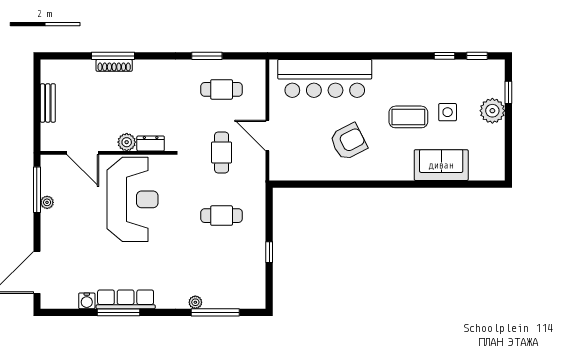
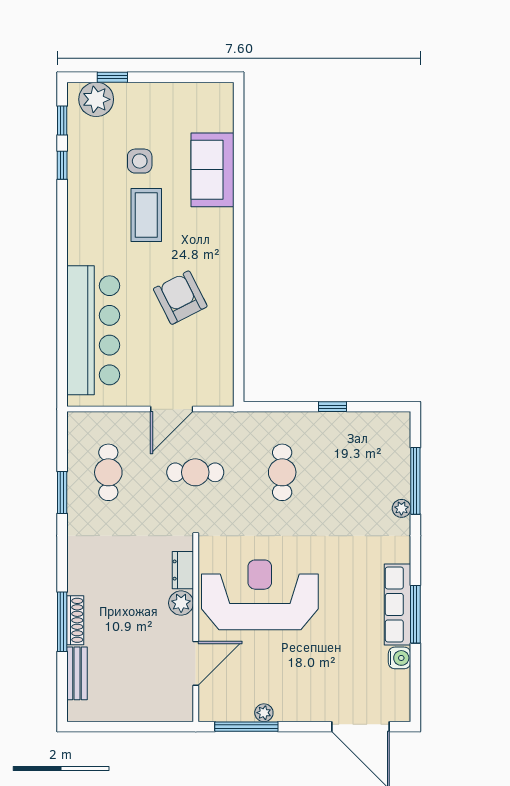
bench: (48, 103) -> (77, 673), moved, turned 90
plant: (492, 111) -> (96, 99), moved

